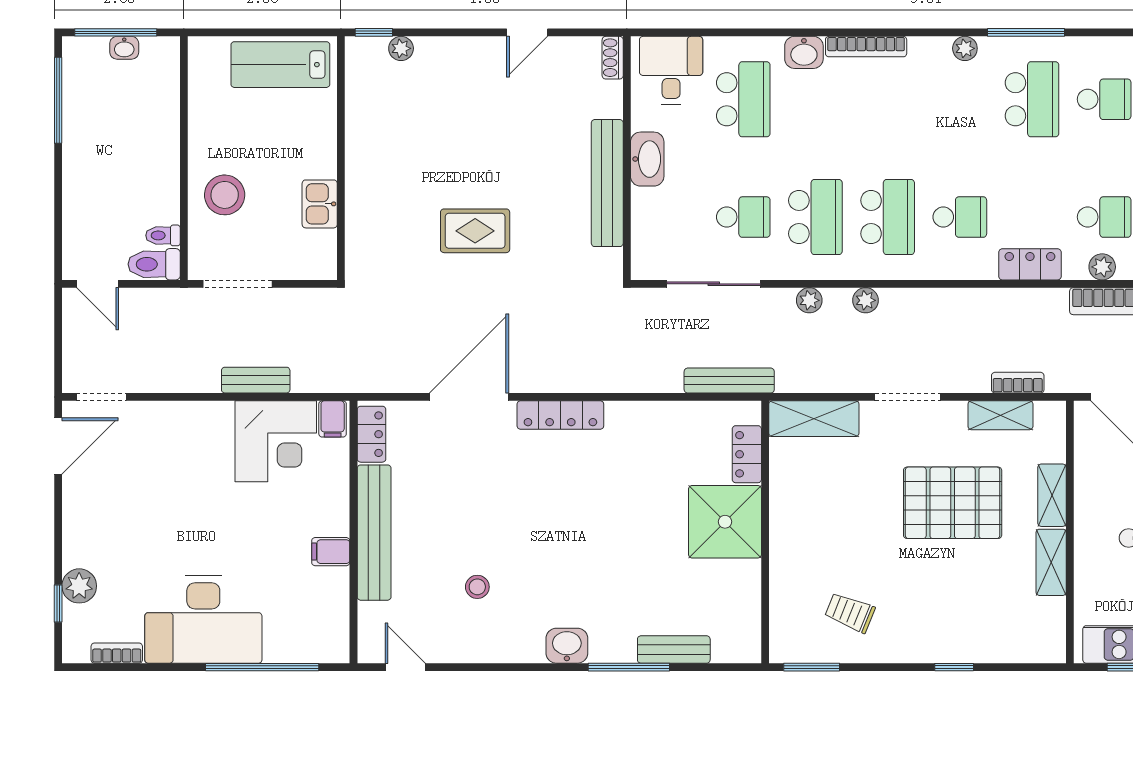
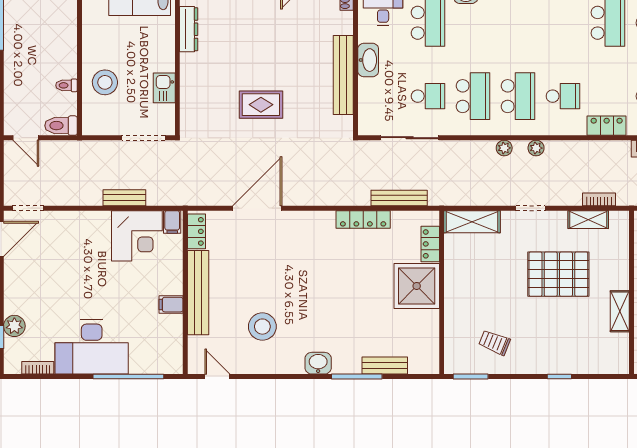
dresser: (359, 110) -> (189, 29), added
toilet: (163, 235) -> (67, 85), moved
doorway: (237, 284) -> (143, 138), moved
plant: (809, 300) -> (536, 148), moved
bench: (729, 381) -> (399, 198), moved
doorway: (908, 397) -> (531, 208), width x0.73
locker: (560, 415) -> (363, 219), moved
shelving: (1052, 495) -> (620, 269), removed
stool: (477, 587) -> (262, 327), width x1.89, depth x1.89

